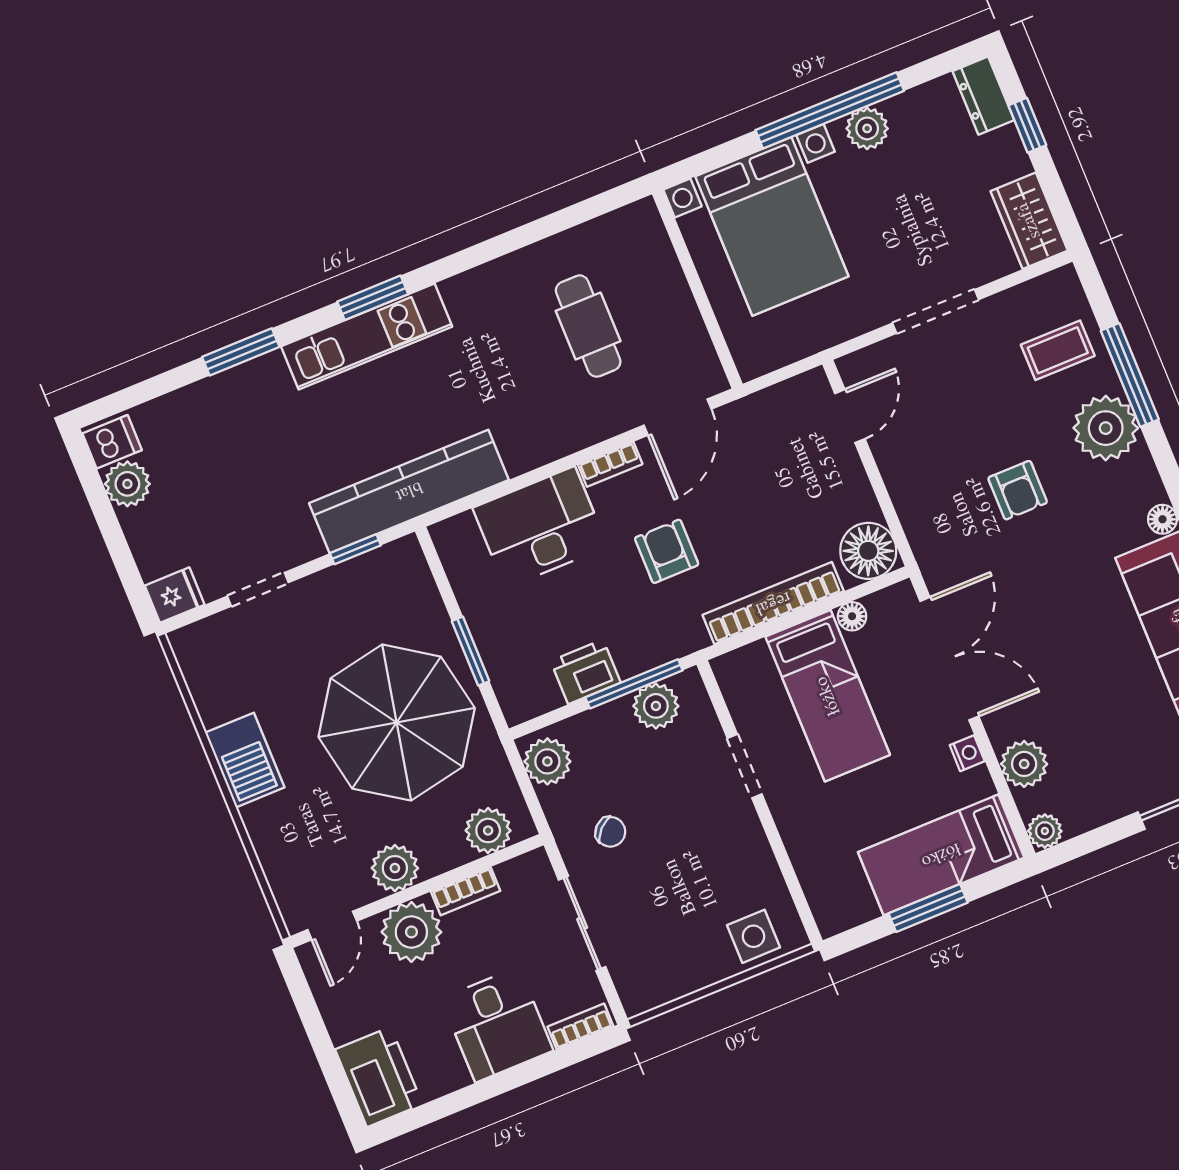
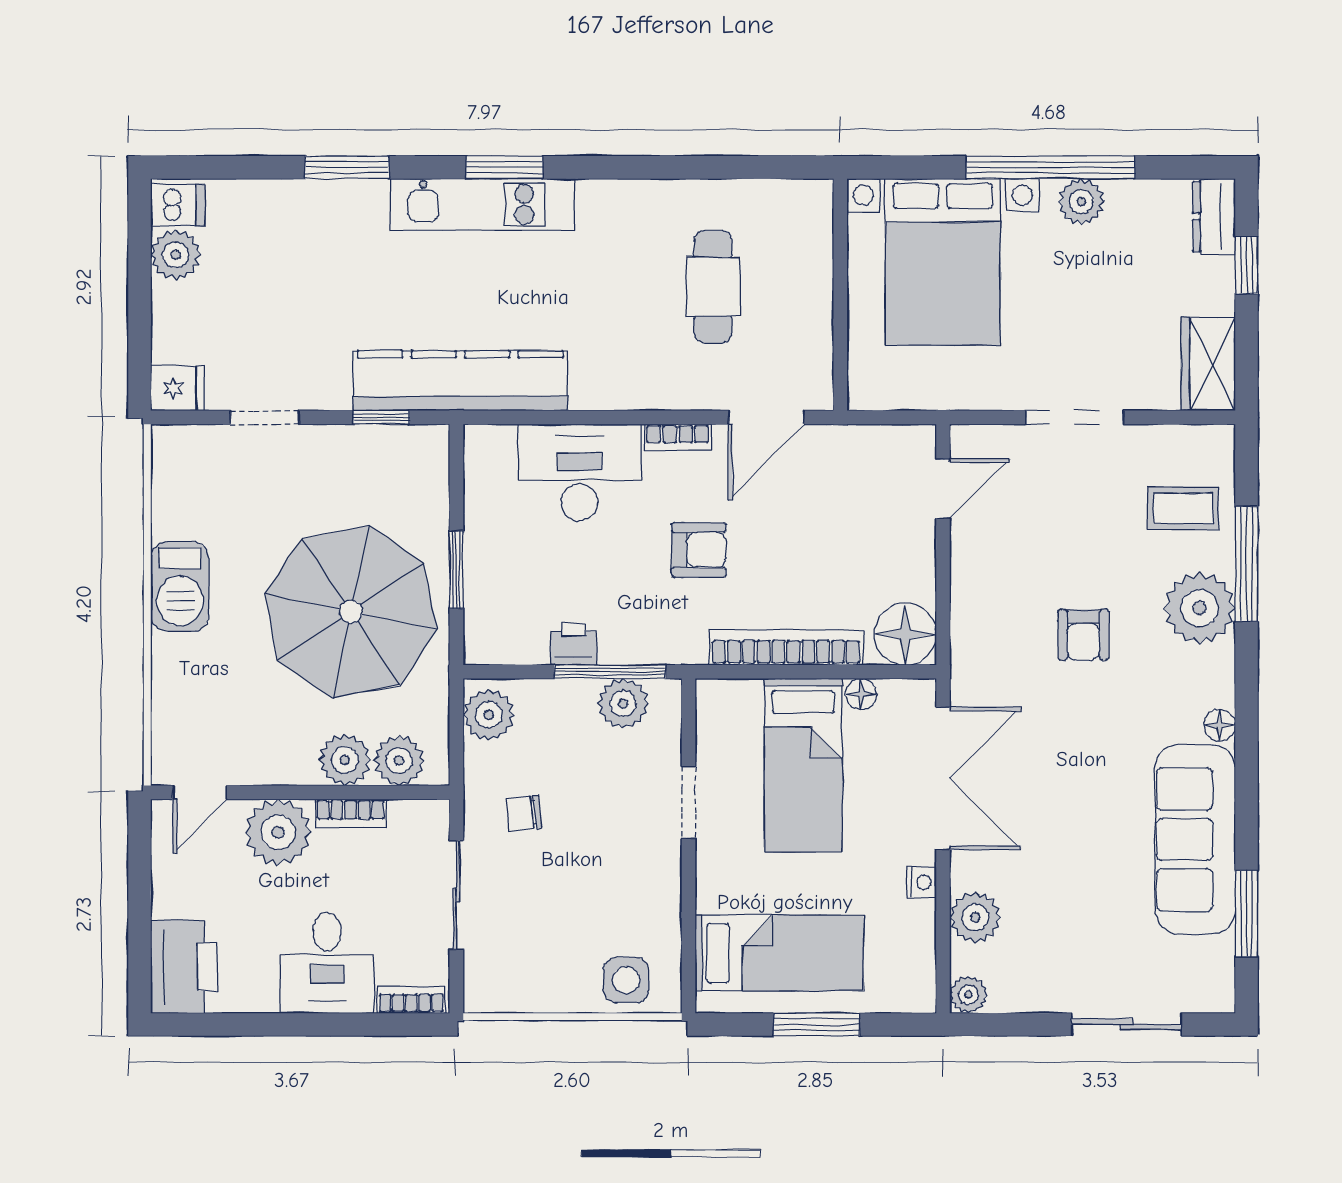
armchair: (667, 551) -> (699, 550), turned 90
printer: (586, 672) -> (574, 644), width x0.73, depth x0.81
chair: (610, 832) -> (524, 813), turned 129
bed: (941, 855) -> (779, 953), moved, turned 180
plant: (395, 868) -> (345, 760), moved

